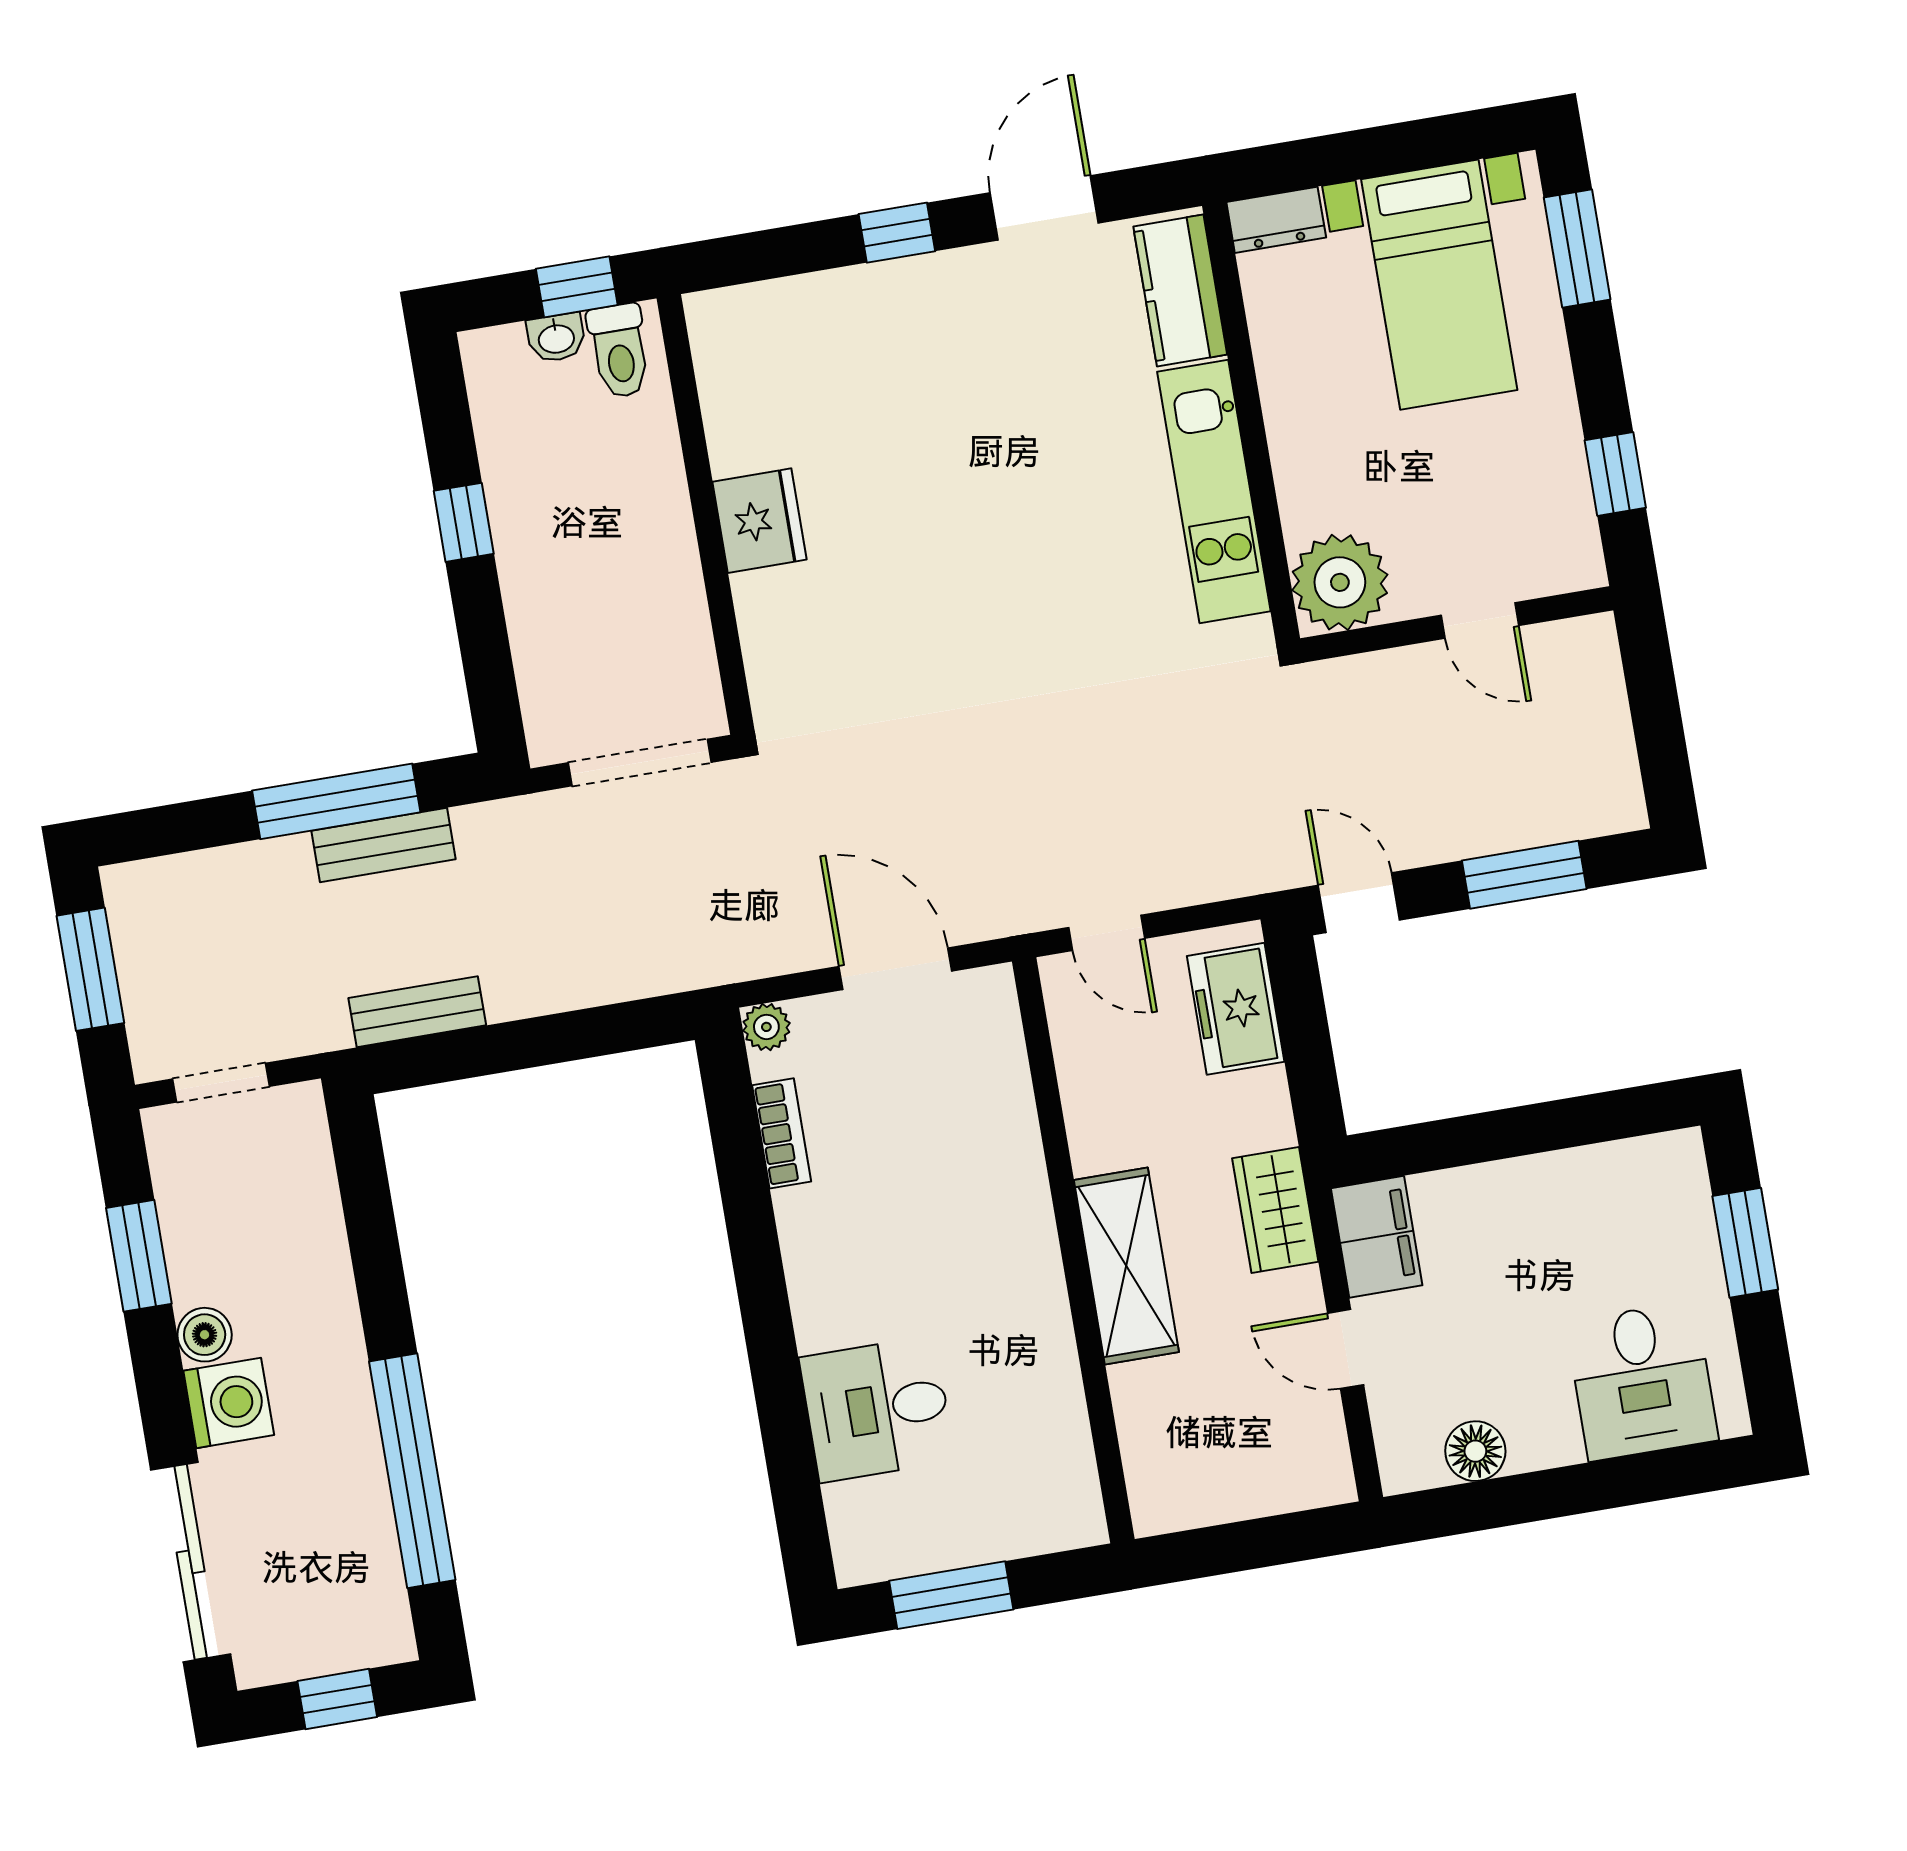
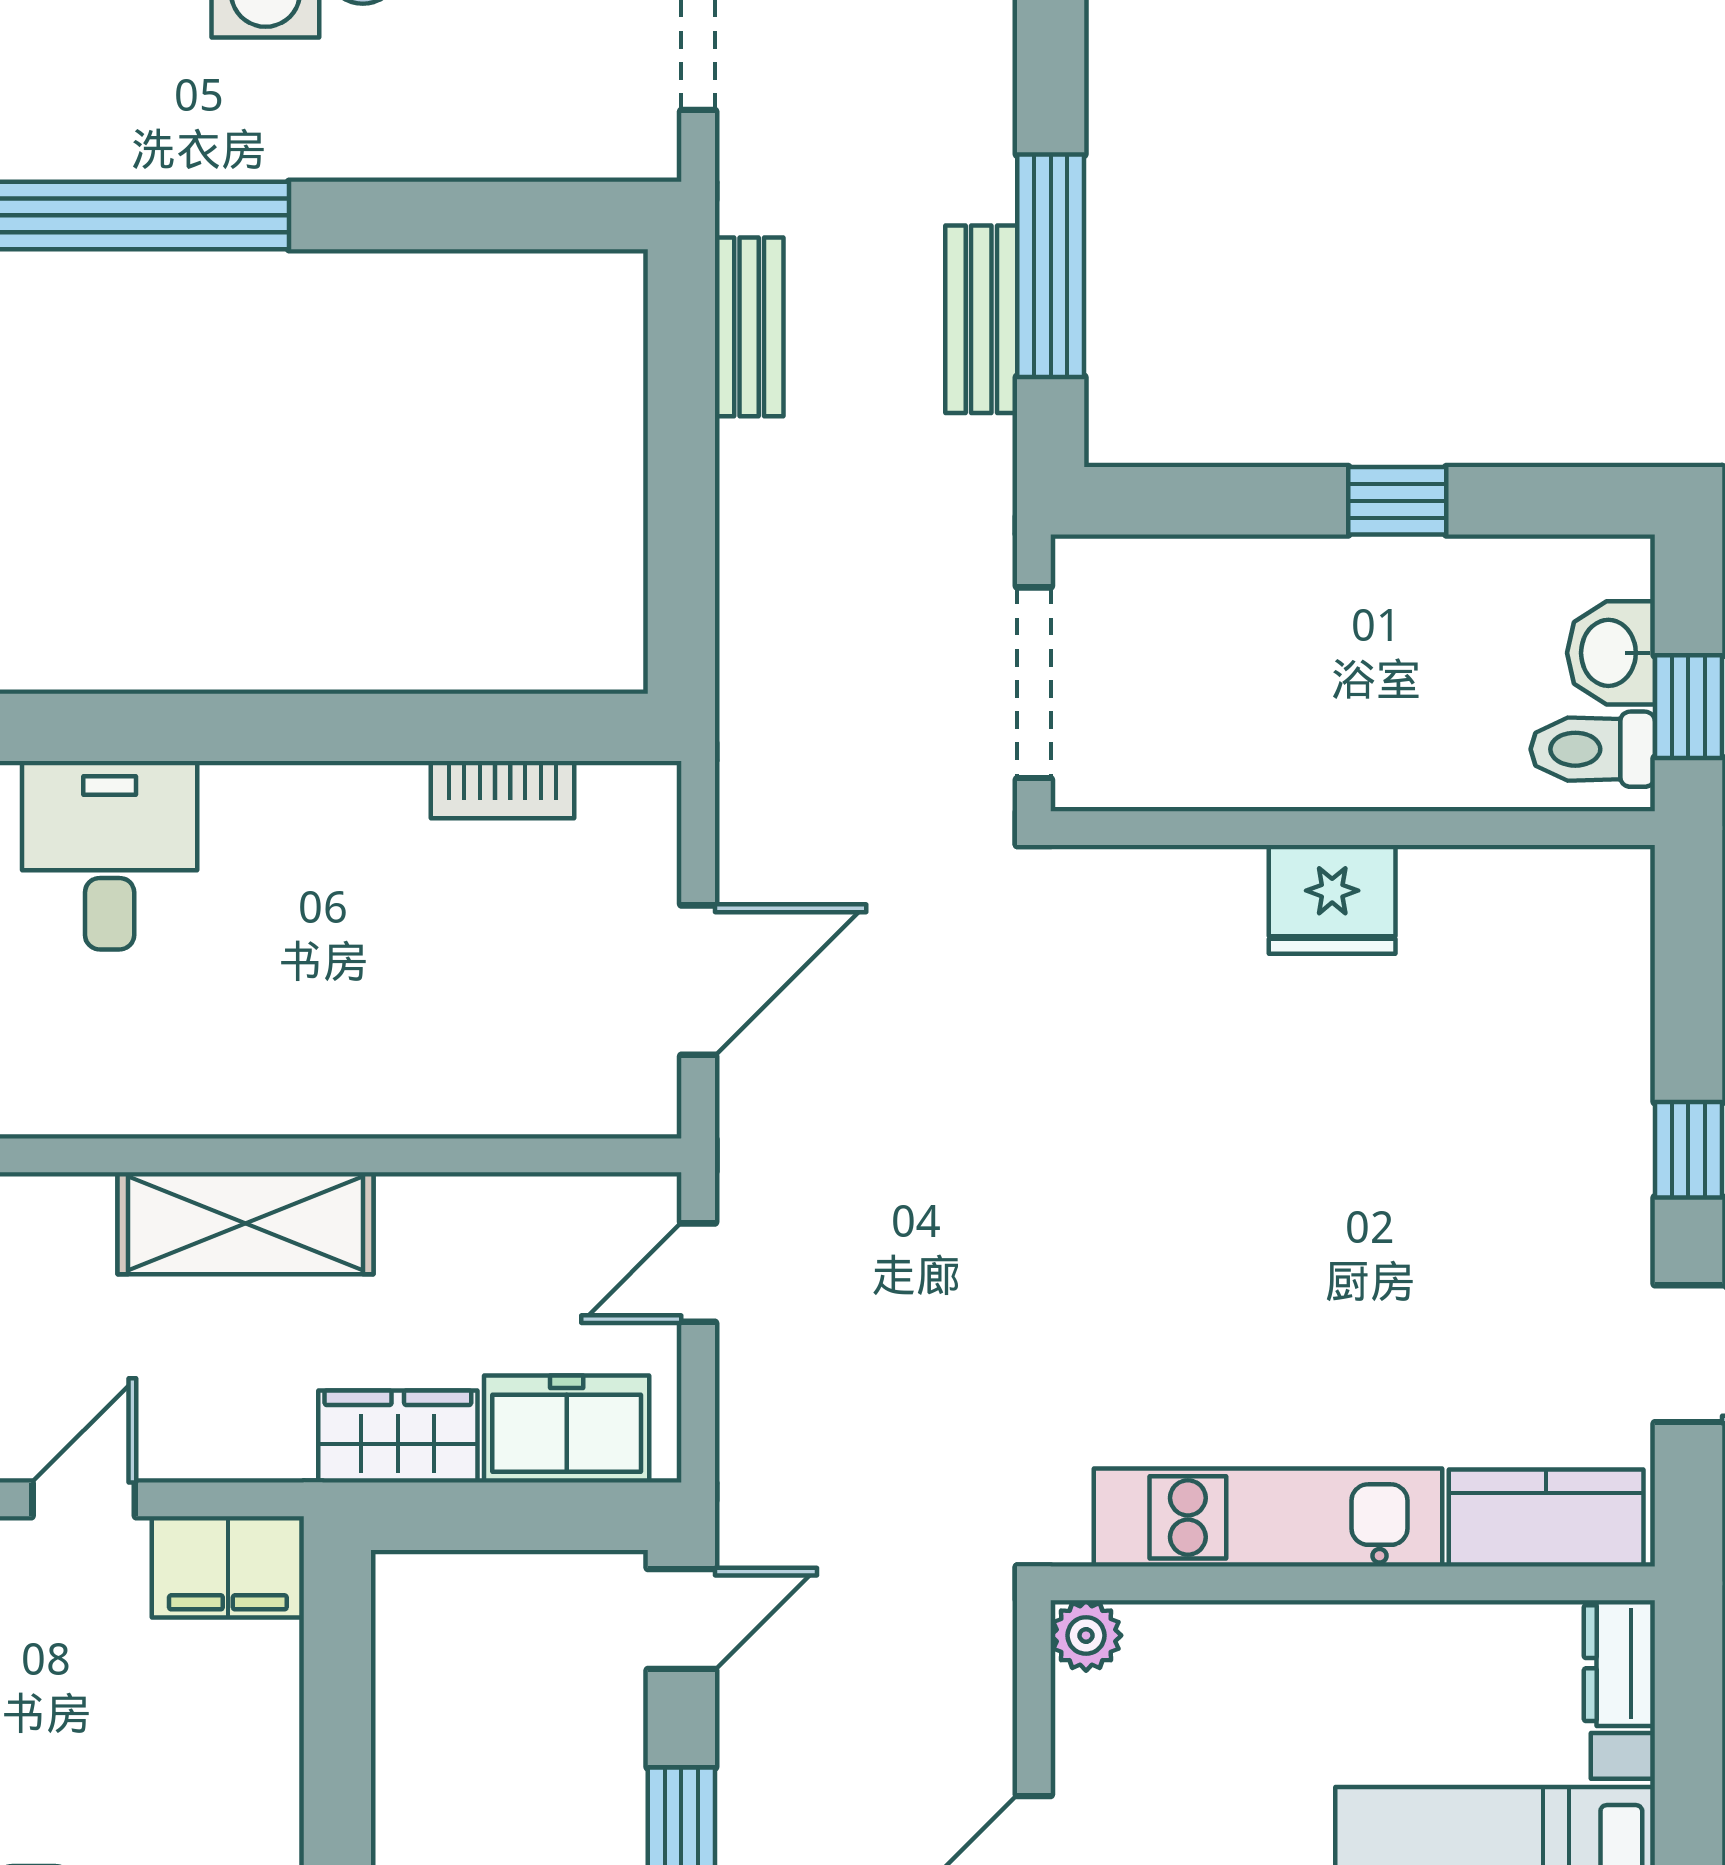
washbasin: (556, 338) -> (1611, 653), width x1.38, depth x1.45
plant: (1340, 582) -> (1086, 1635), width x0.53, depth x0.53
plant: (766, 1027) -> (649, 793), removed
wardrobe: (1275, 1210) -> (398, 1437), moved

